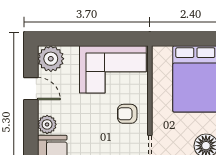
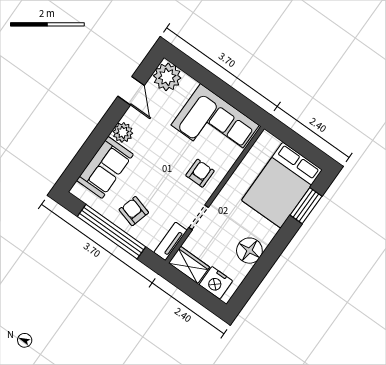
armchair: (127, 114) -> (200, 173), turned 90

